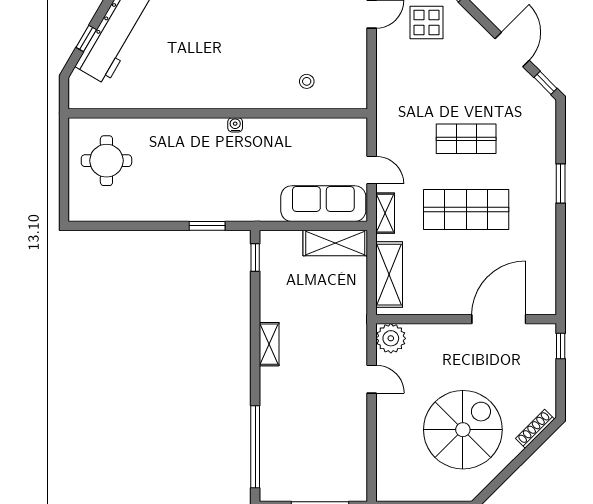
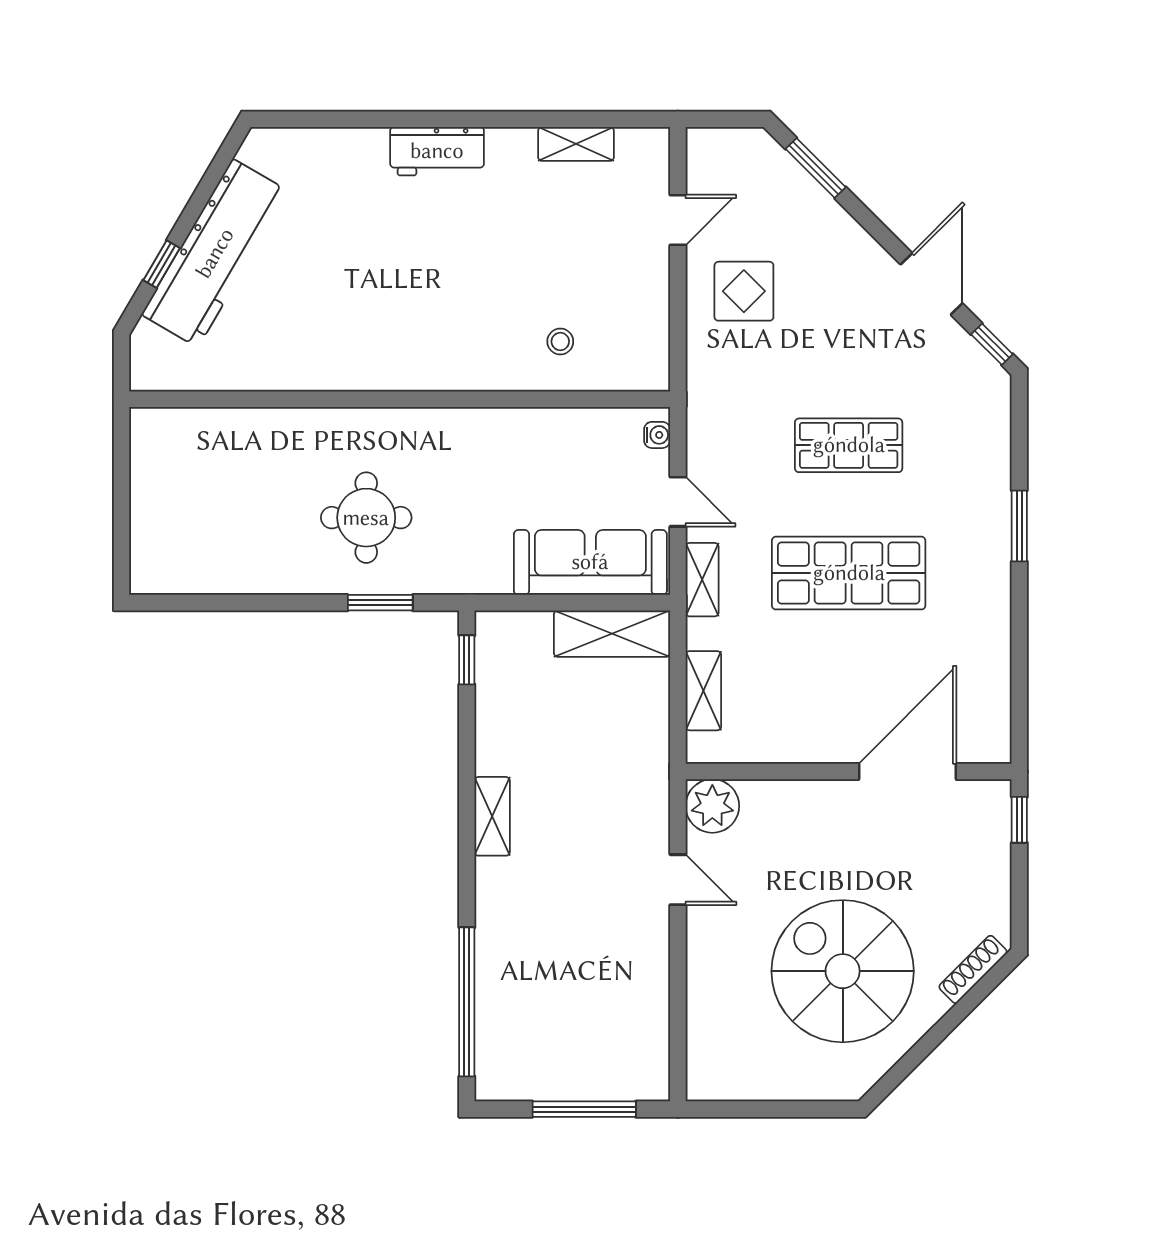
display table: (426, 22) -> (744, 291), moved
water cooler: (235, 125) -> (657, 435), moved, turned 90
round table: (106, 161) -> (366, 518), moved
shelving: (389, 275) -> (703, 691), width x0.67, depth x0.75
spiral stairs: (463, 430) -> (843, 971), turned -90

